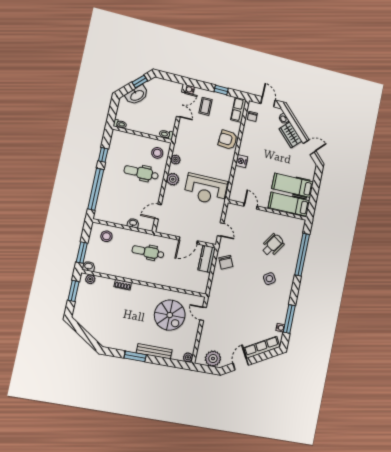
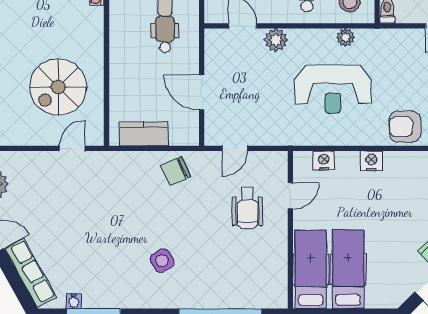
armchair: (228, 140) -> (405, 127), turned -95
plant: (173, 179) -> (276, 40), moved
nightstand: (236, 185) -> (324, 161), added
reception desk: (206, 189) -> (333, 89), moved, turned -90
wheelchair: (273, 245) -> (247, 208), moved, turned 56
kitchen counter: (207, 259) -> (144, 134), moved

